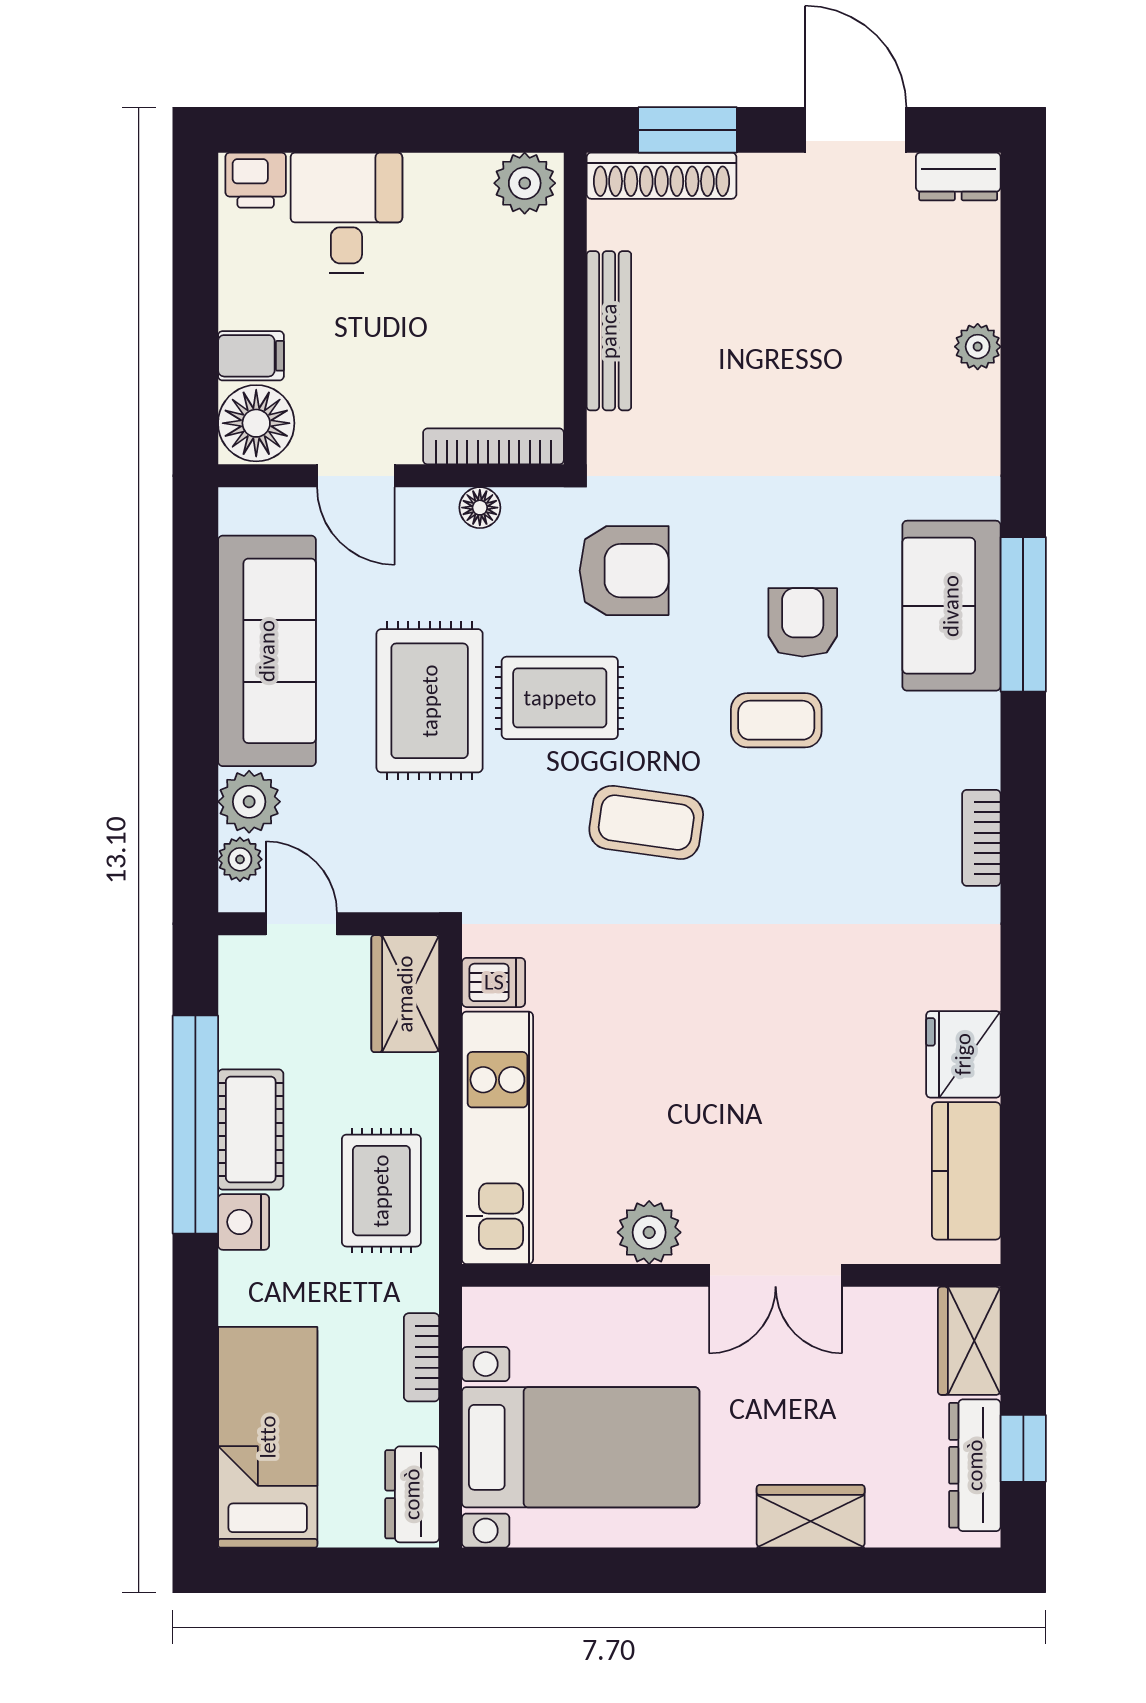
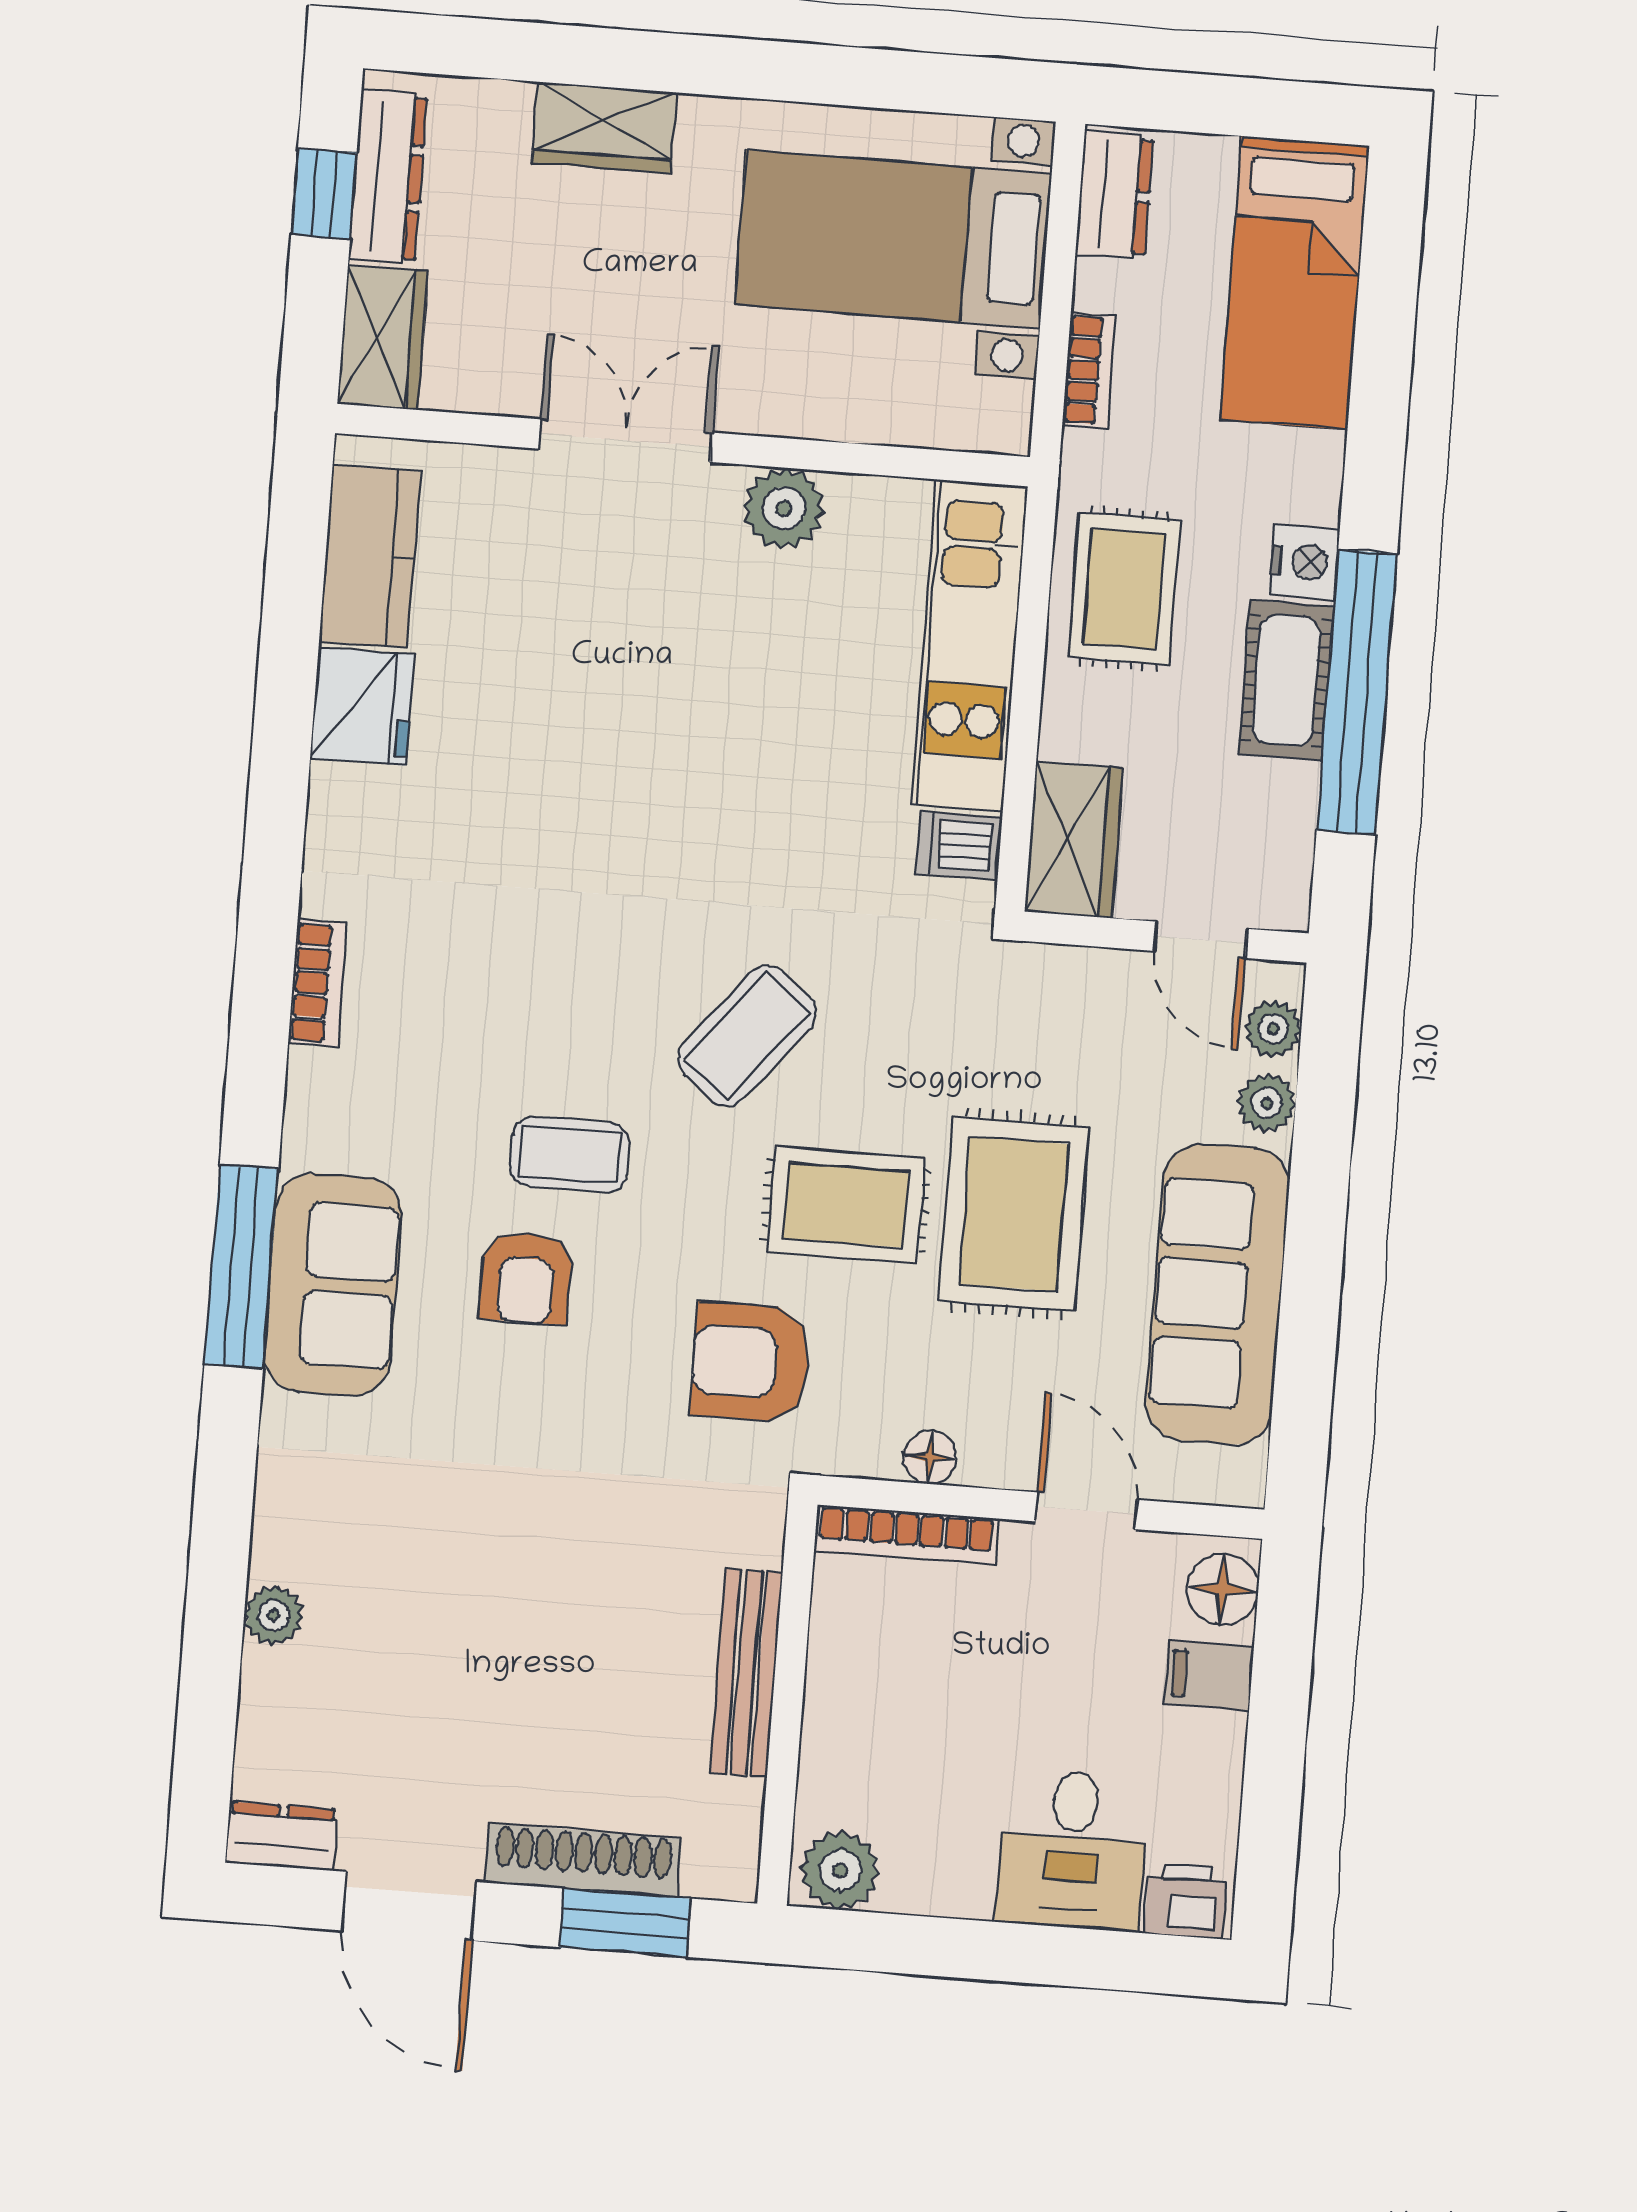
shoe rack: (661, 176) -> (583, 1860), moved
floor lamp: (256, 423) -> (1223, 1589), width x0.73, depth x0.73
plant: (249, 802) -> (1267, 1103), width x0.73, depth x0.73
coffee table: (646, 822) -> (747, 1036), turned -59

